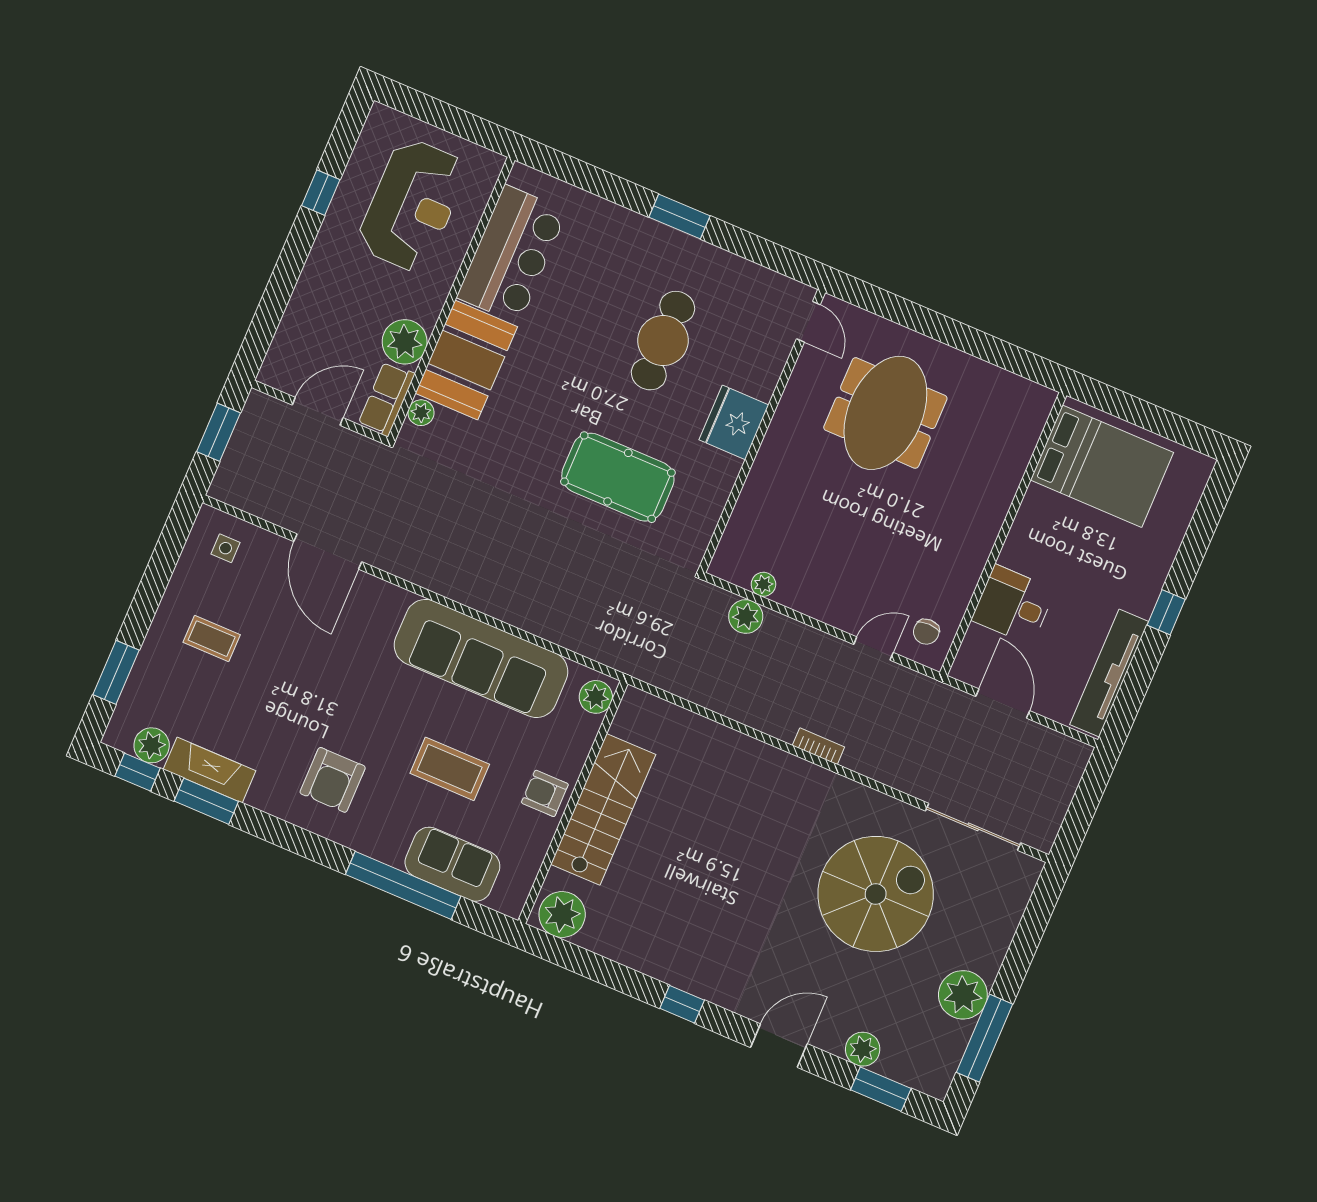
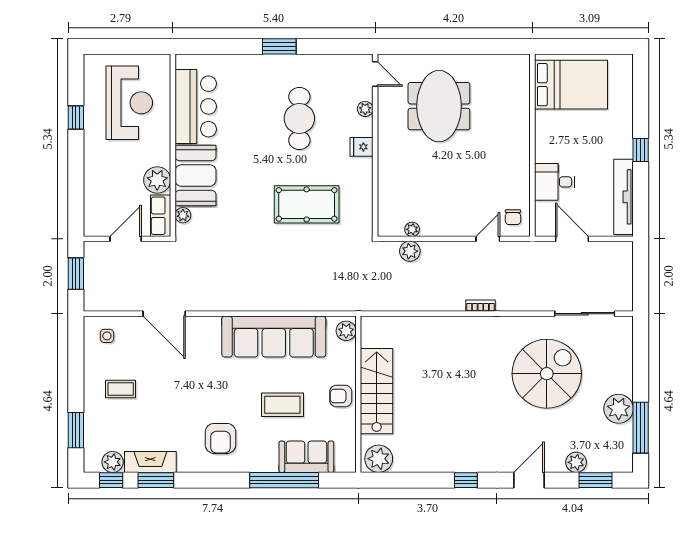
plant: (770, 369) -> (365, 109), added
fridge: (734, 422) -> (362, 147), width x0.53, depth x0.75

